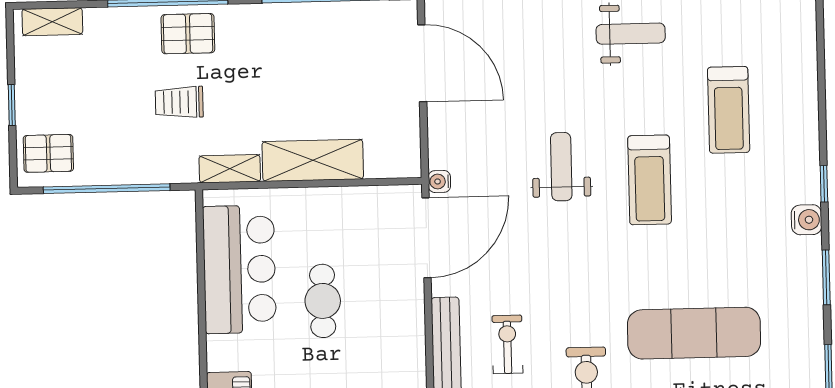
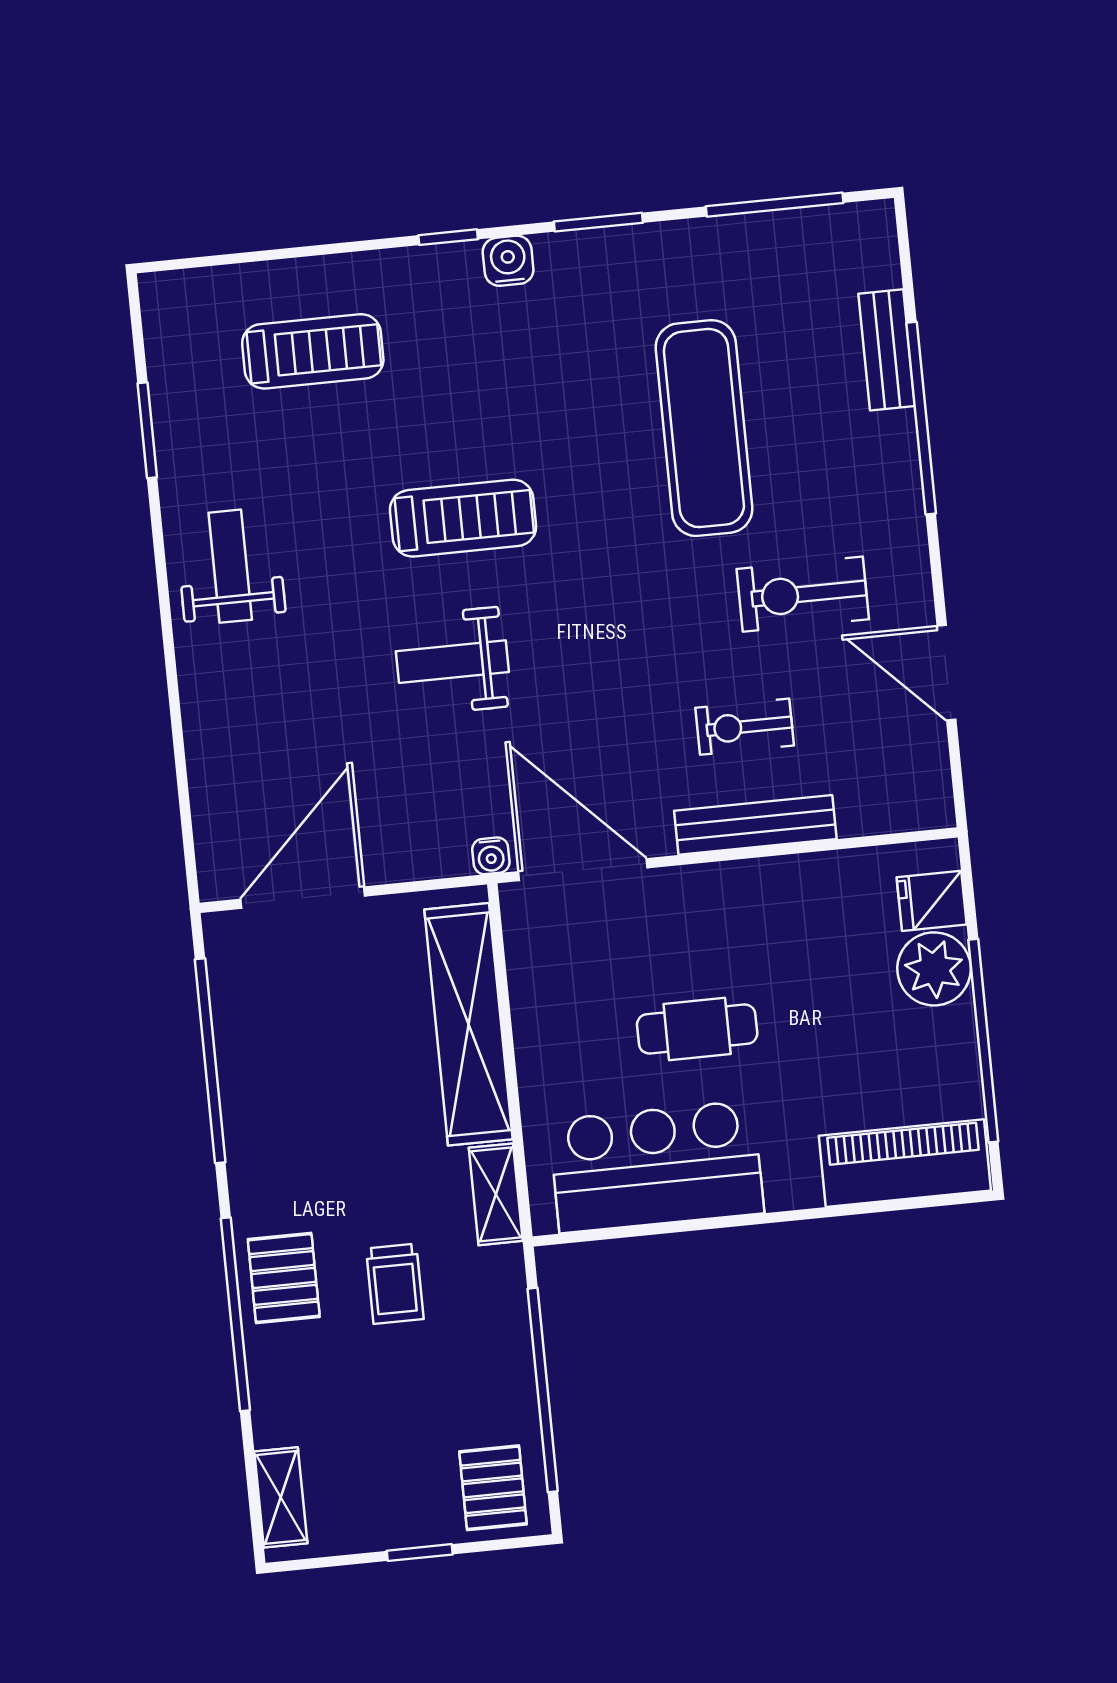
treadmill: (729, 110) -> (313, 351), moved
shelving: (313, 160) -> (469, 1024), width x1.47

